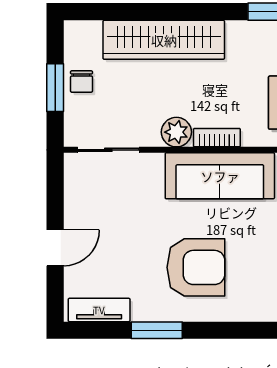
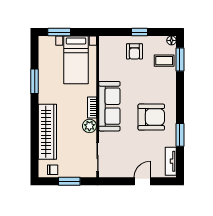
chair: (82, 82) -> (53, 170), moved
door: (55, 248) -> (142, 181), hinge flipped
armchair: (196, 267) -> (151, 117), turned 90

